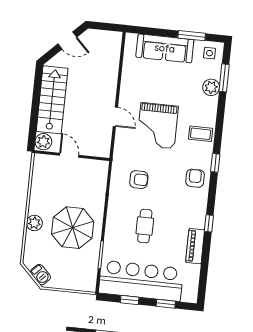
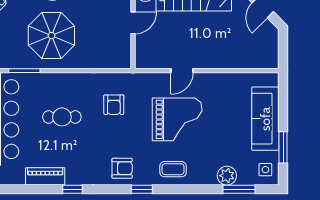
grand piano: (157, 126) -> (177, 119), turned 180
coffee table: (201, 134) -> (173, 169), turned 90

